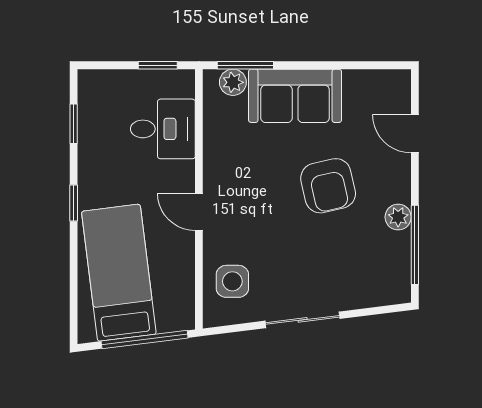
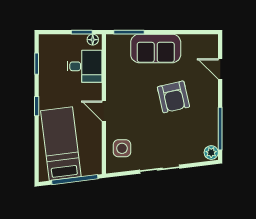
floor lamp: (178, 79) -> (93, 40), added
plant: (233, 82) -> (122, 41), removed
plant: (398, 217) -> (211, 153), moved

